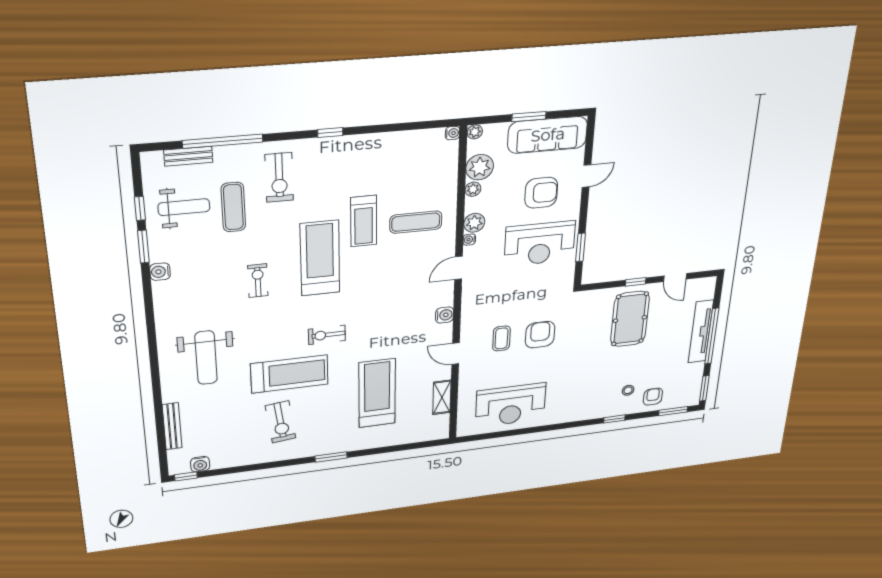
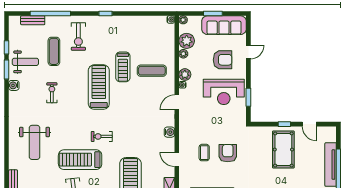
weight bench: (184, 207) -> (25, 62), moved
exercise bike: (258, 281) -> (52, 93), moved
treadmill: (289, 374) -> (80, 160), turned 180

